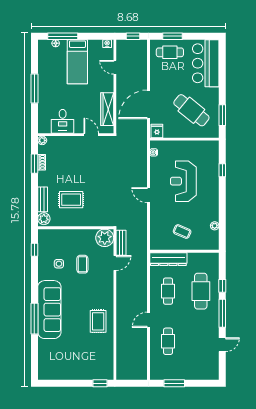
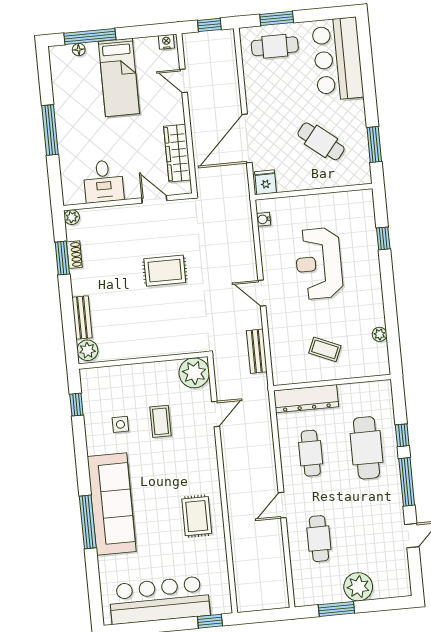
cafe table: (191, 110) -> (321, 141), width x0.73, depth x0.74
rug: (71, 200) -> (165, 271), moved
bench: (121, 243) -> (257, 351), moved
bar counter: (72, 368) -> (159, 600), added
plant: (188, 372) -> (358, 587), added

